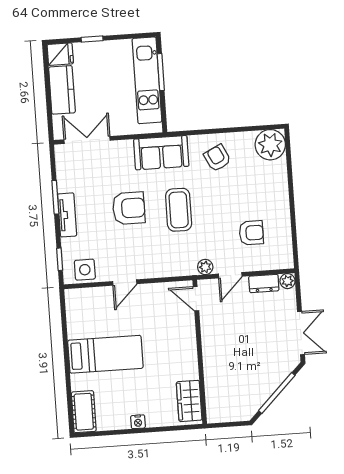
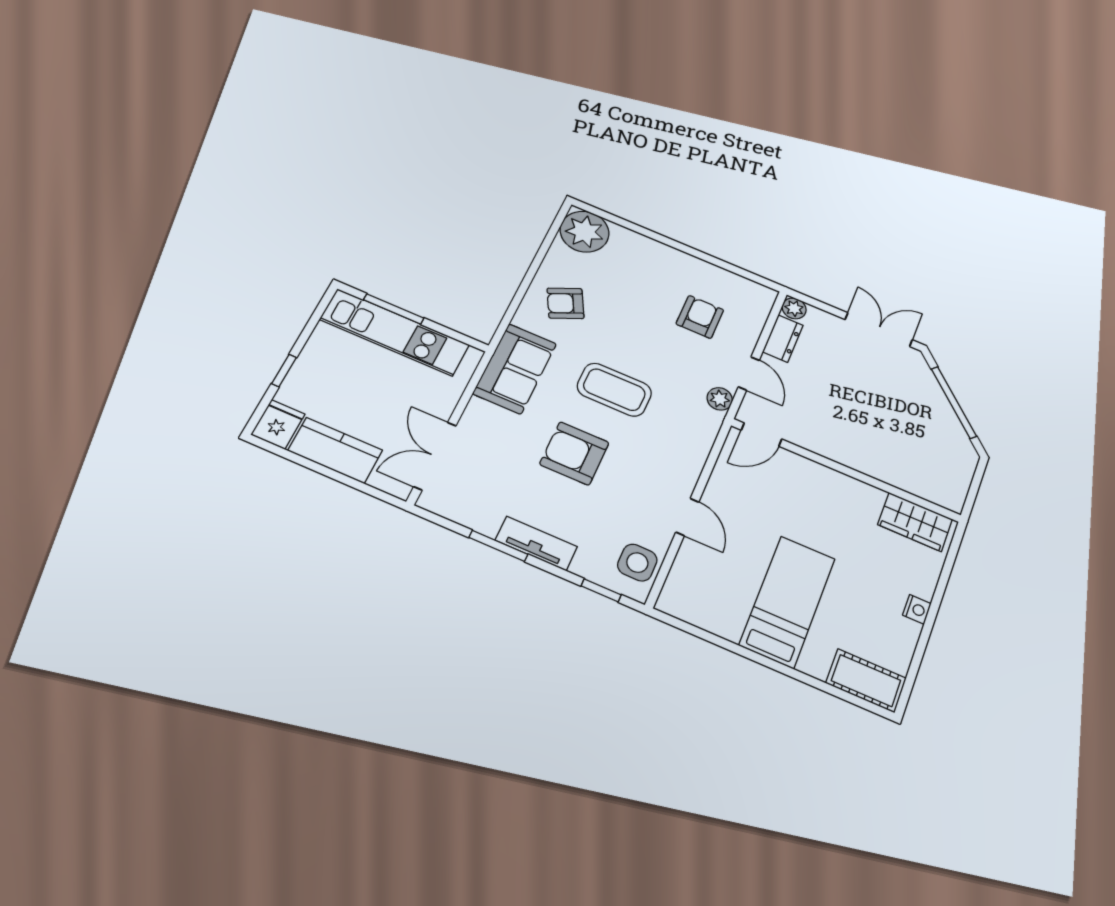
armchair: (129, 208) -> (574, 453), turned -90

